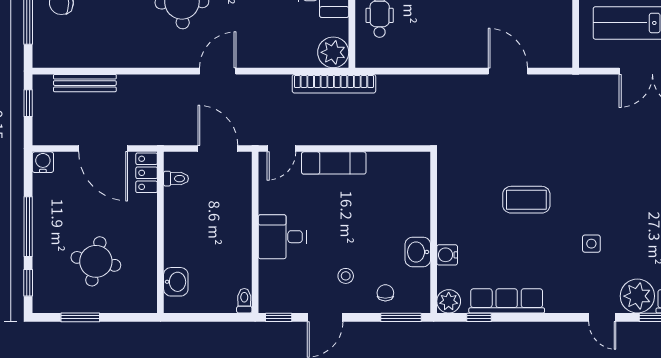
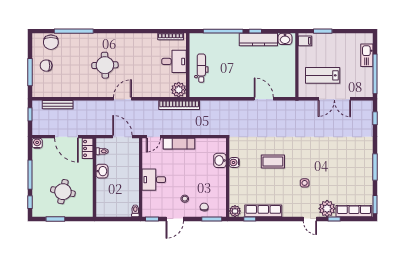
washbasin: (418, 252) -> (220, 160), moved
water cooler: (447, 255) -> (234, 162), moved
washbasin: (176, 282) -> (102, 171), moved

